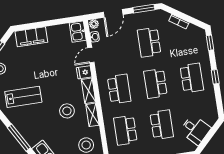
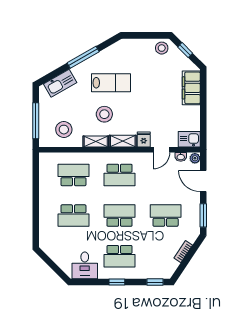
door: (91, 55) -> (161, 150), swing flipped
lab bench: (23, 97) -> (111, 83), moved, turned -90
desk: (195, 130) -> (85, 265), moved, turned -45

